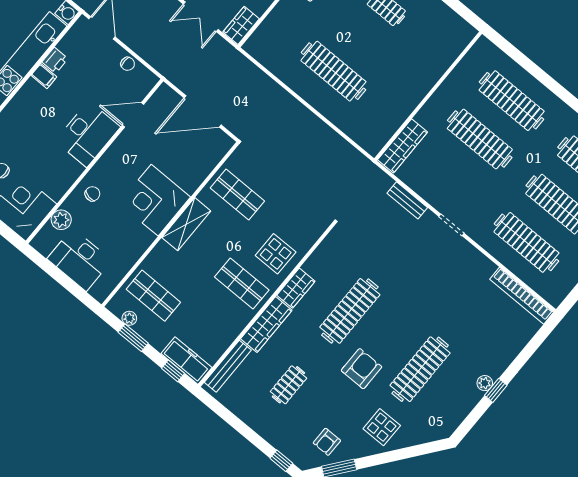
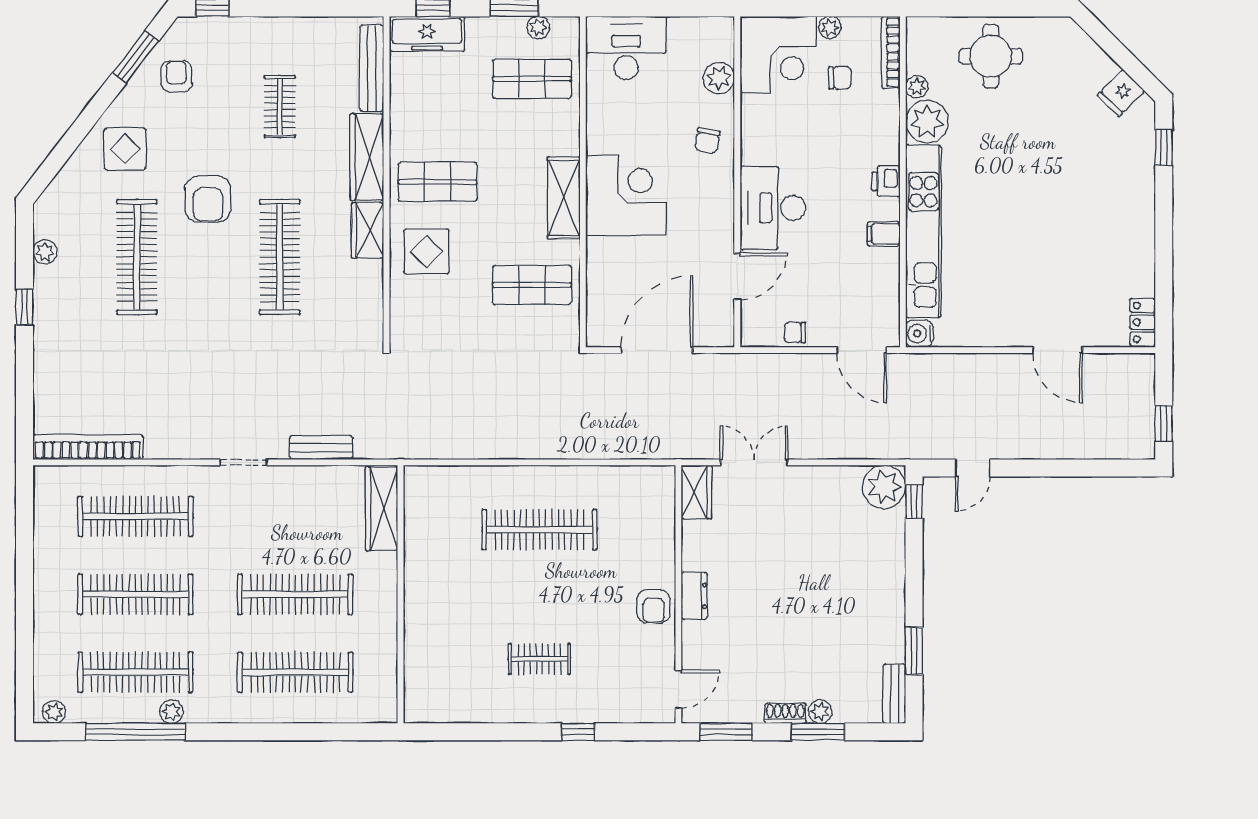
printer: (55, 60) -> (886, 181), moved
desk: (79, 260) -> (626, 48), moved
plant: (485, 383) -> (45, 252), moved

